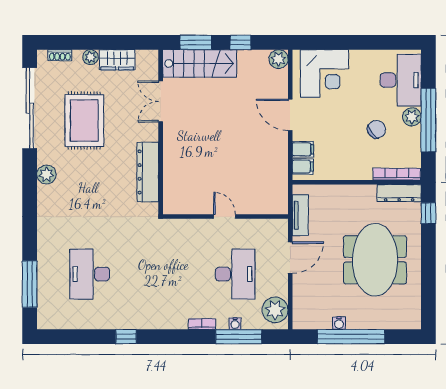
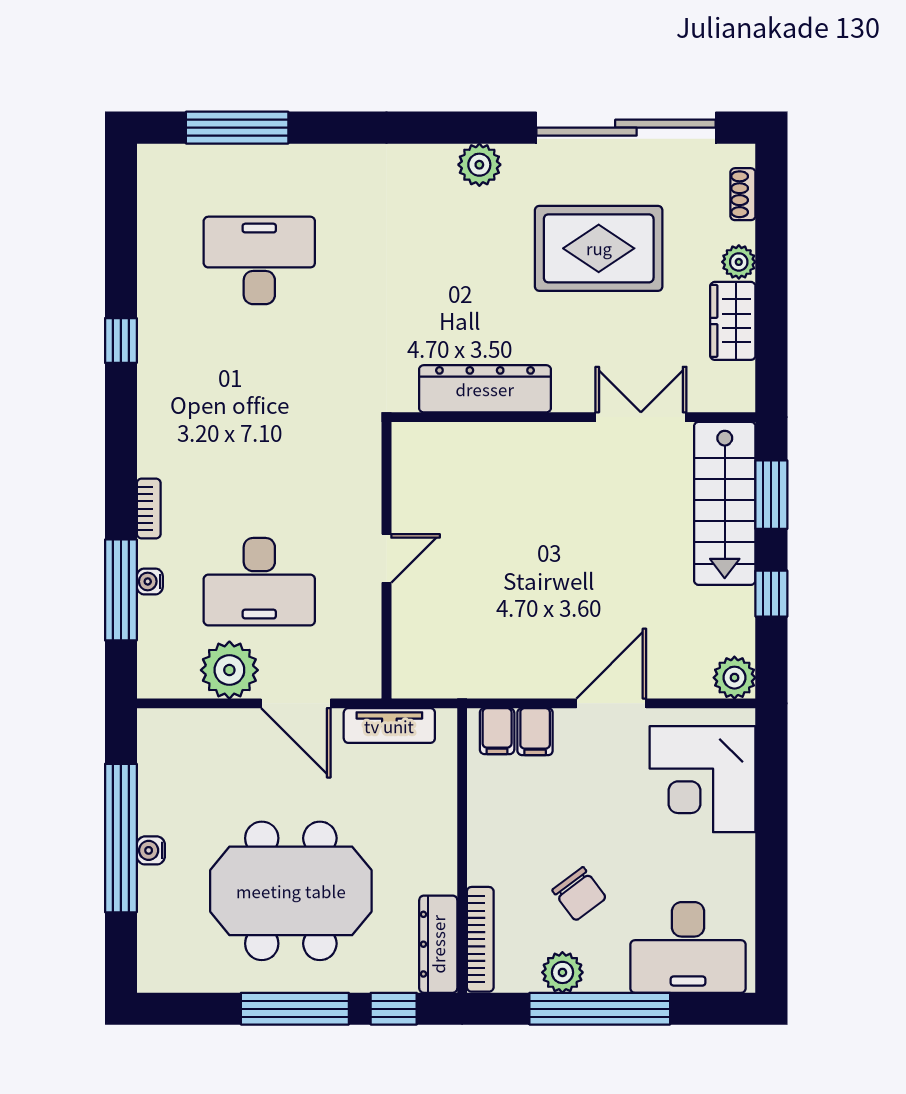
plant: (412, 117) -> (562, 972), moved
window: (428, 258) -> (295, 1009), added
plant: (275, 310) -> (229, 670), moved
water cooler: (339, 323) -> (151, 850), moved

